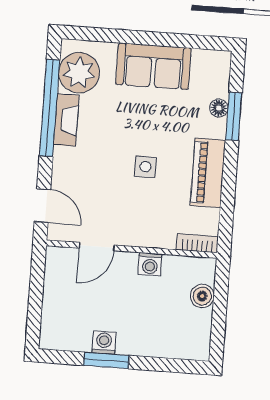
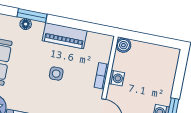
bookcase: (197, 243) -> (101, 76), moved
boiler: (202, 296) -> (123, 45), moved

